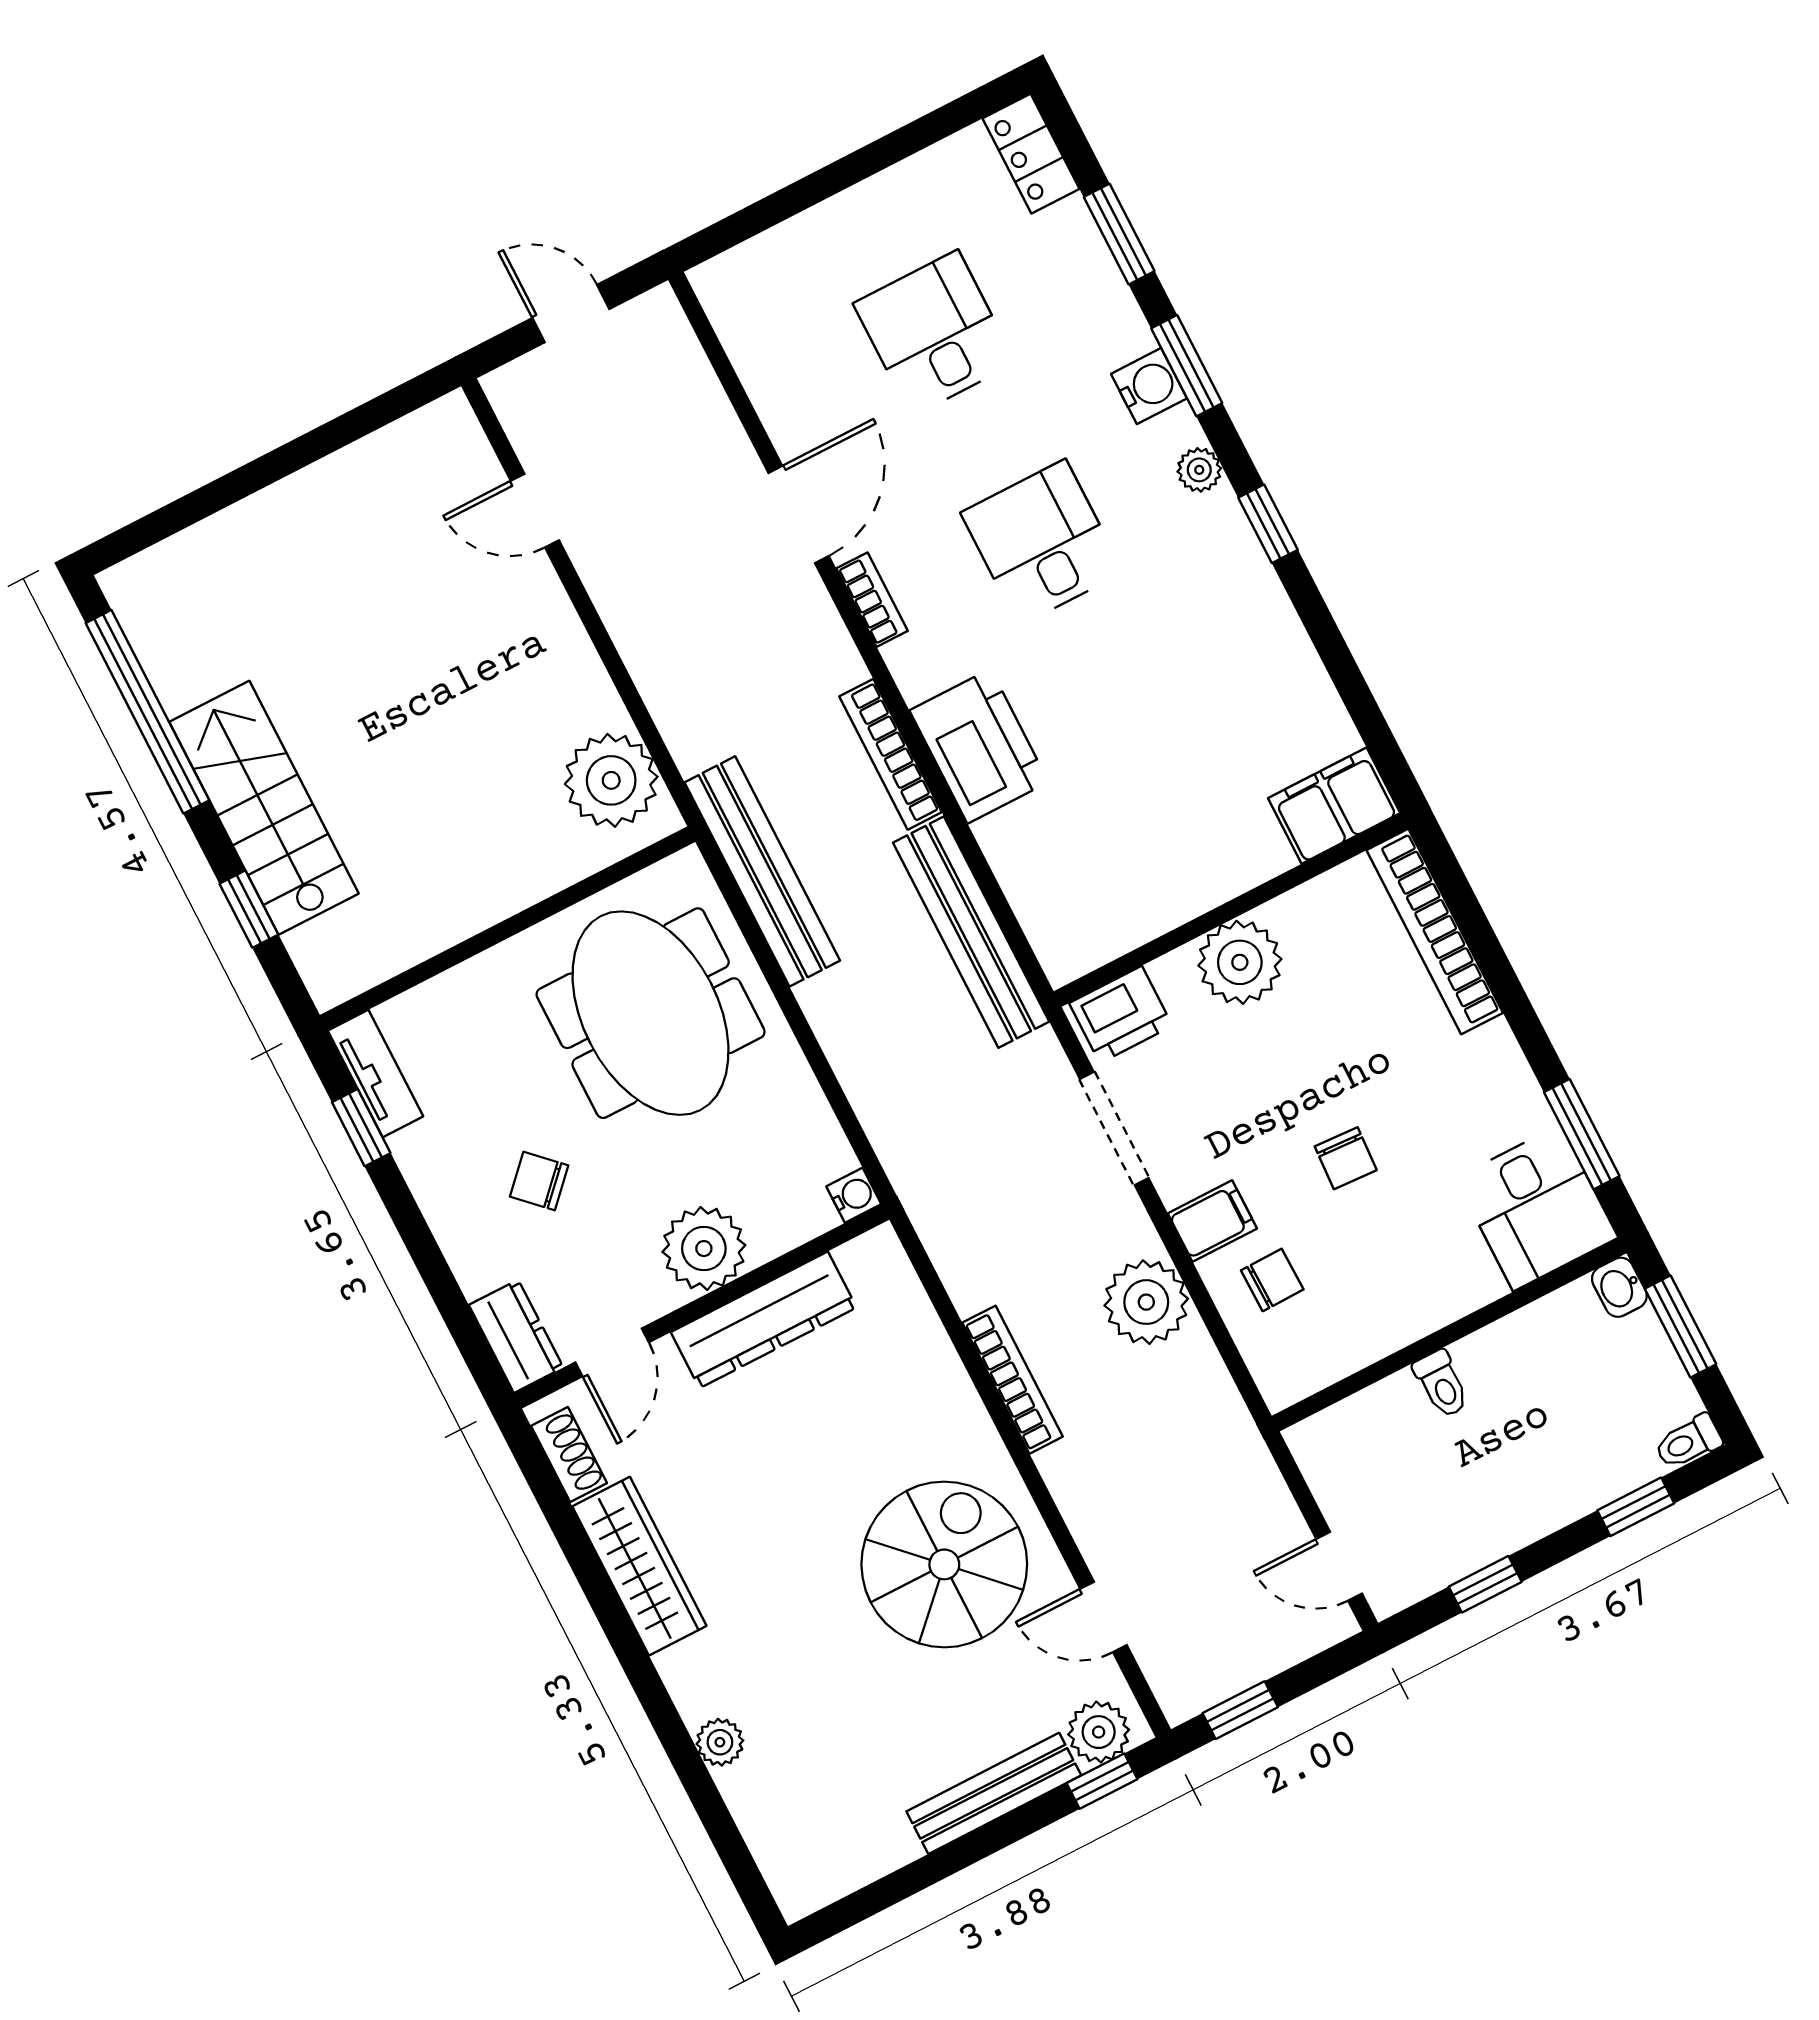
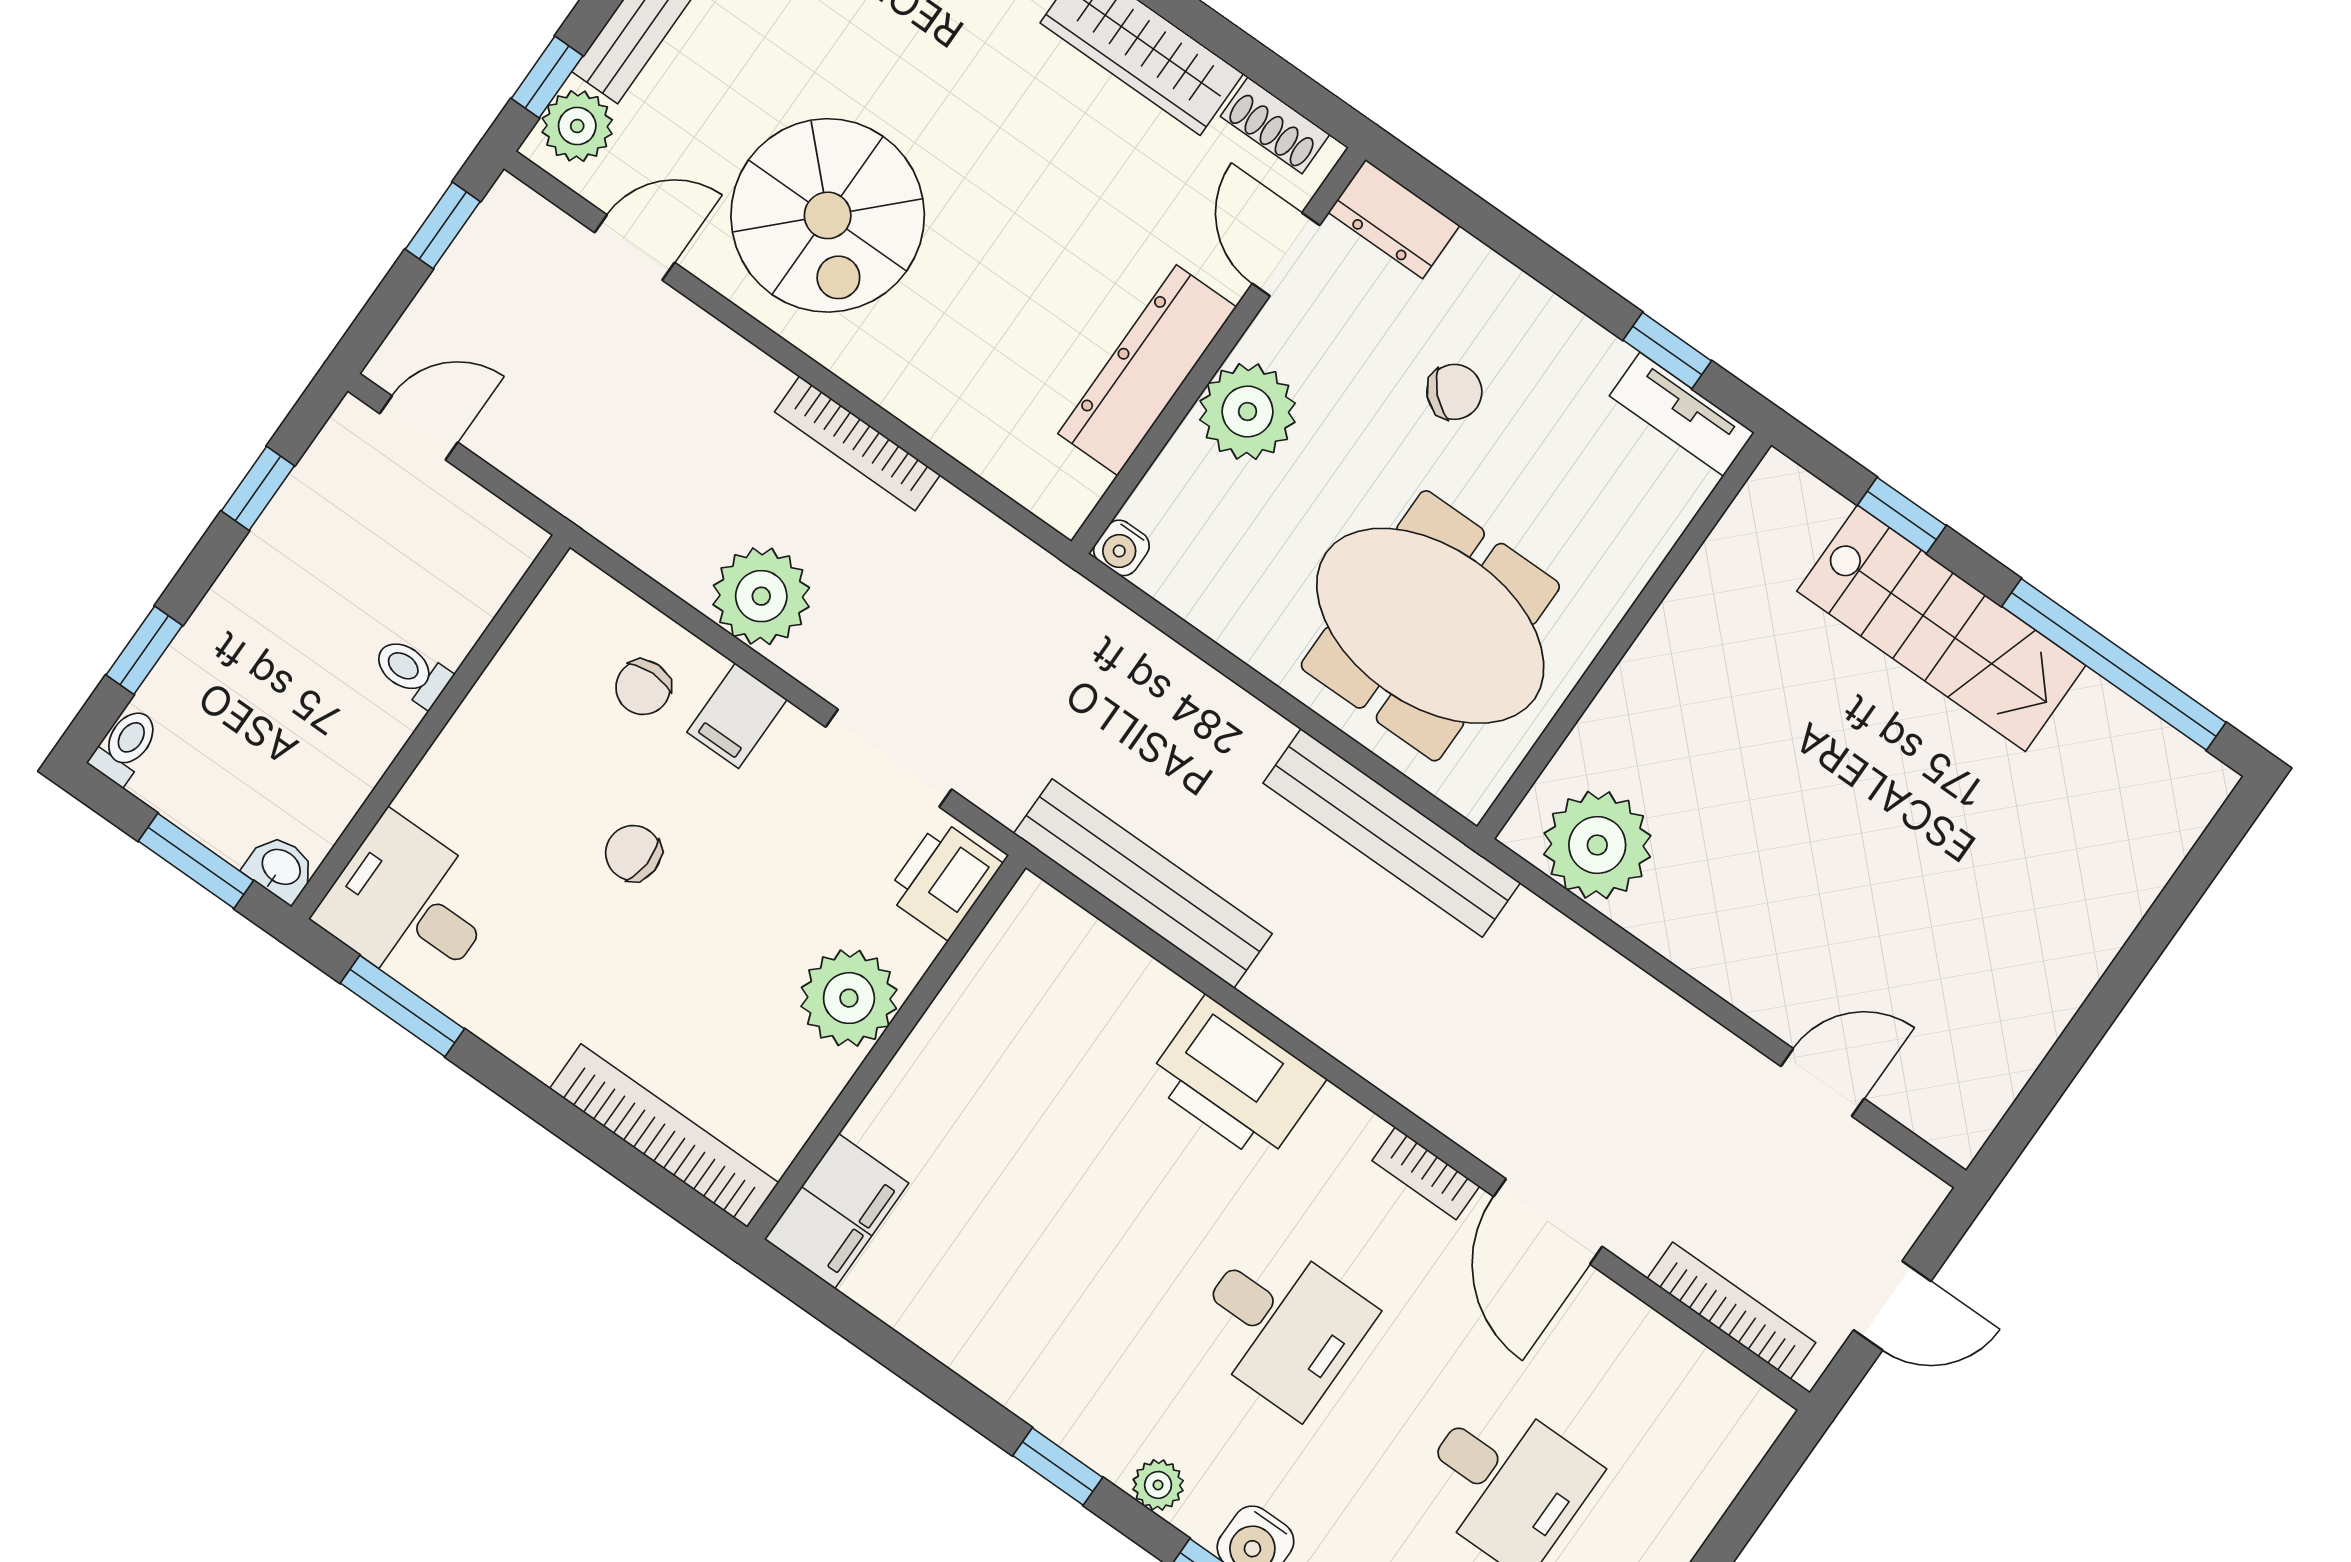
bookcase: (890, 754) -> (1731, 1311), moved

